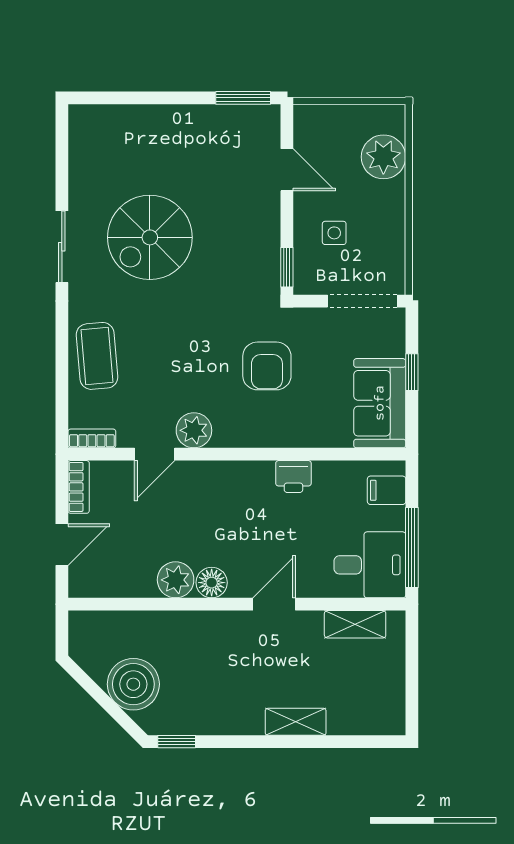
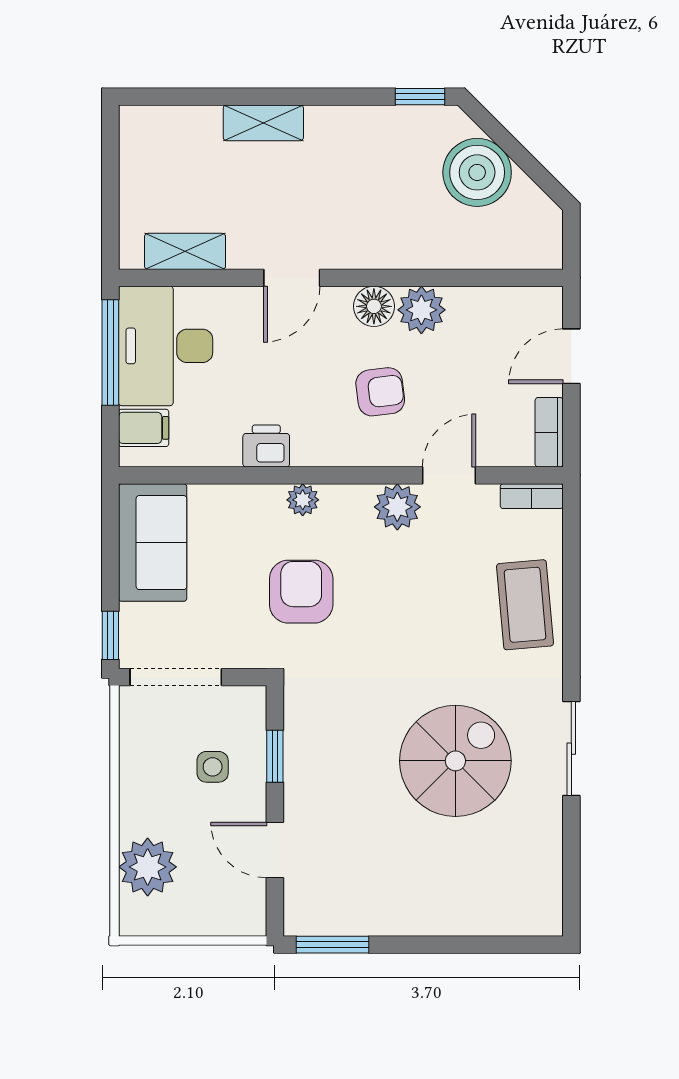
window: (287, 267) -> (275, 756), moved
window: (412, 372) -> (110, 635), moved
plant: (266, 436) -> (303, 500), added
armchair: (207, 518) -> (380, 392), added
desk: (370, 565) -> (166, 346), width x1.37

